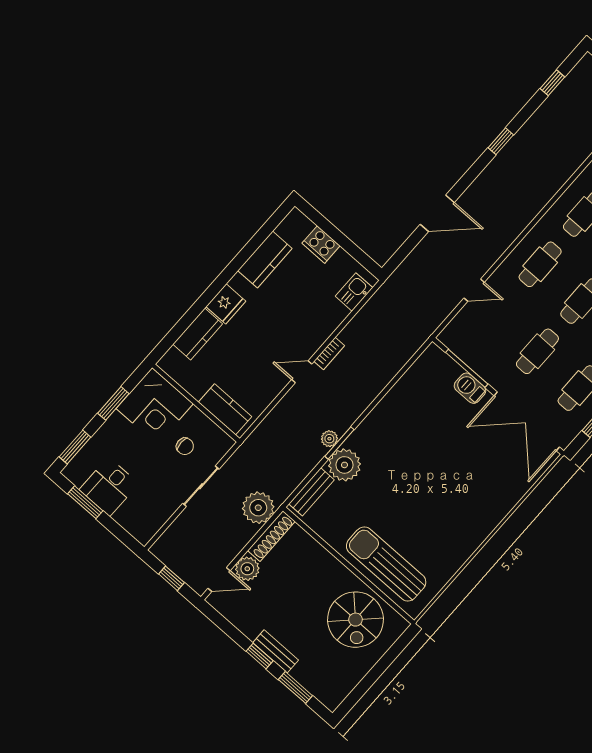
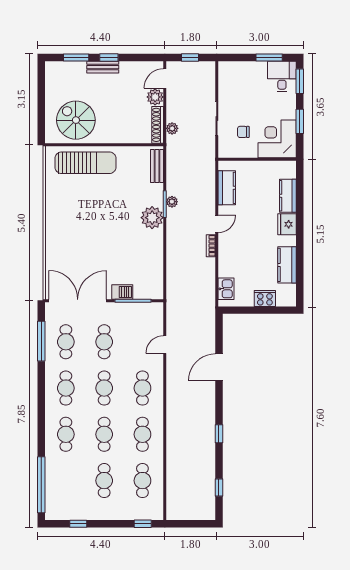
kitchen counter: (225, 409) -> (227, 188), moved, turned -90
plant: (344, 465) -> (152, 218), moved
desk: (109, 487) -> (282, 76), moved
plant: (258, 508) -> (172, 128), width x0.53, depth x0.53

